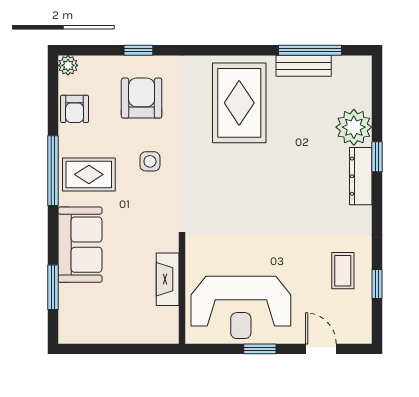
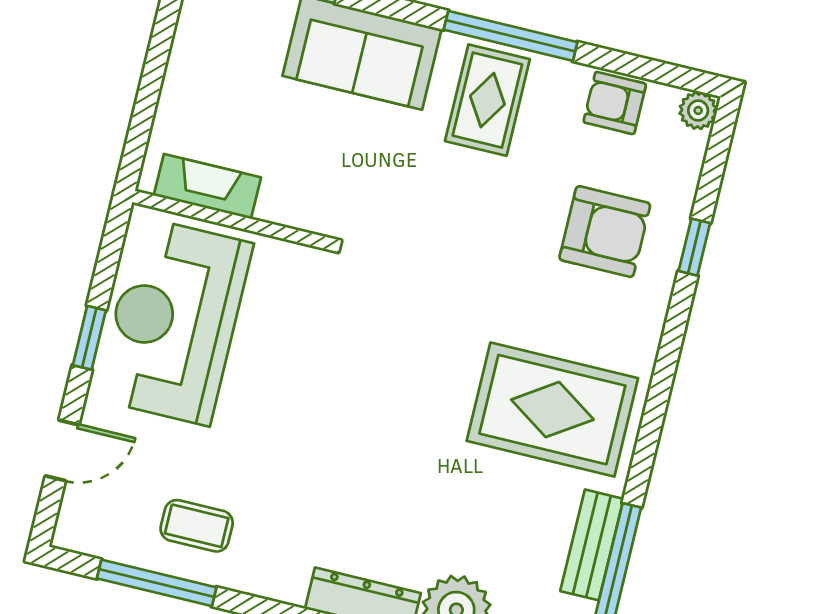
side table: (150, 161) -> (484, 219), removed
fireplace: (168, 279) -> (207, 186), moved
window: (377, 284) -> (157, 583), width x2.17

